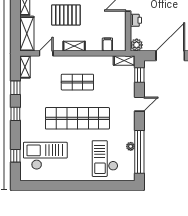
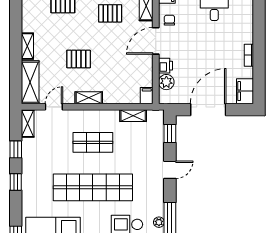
pallet: (66, 15) -> (79, 59), width x0.67, depth x0.71
filing cabinet: (107, 44) -> (147, 96), moved
plant: (137, 45) -> (166, 82), moved
shelving: (124, 61) -> (133, 116), moved

